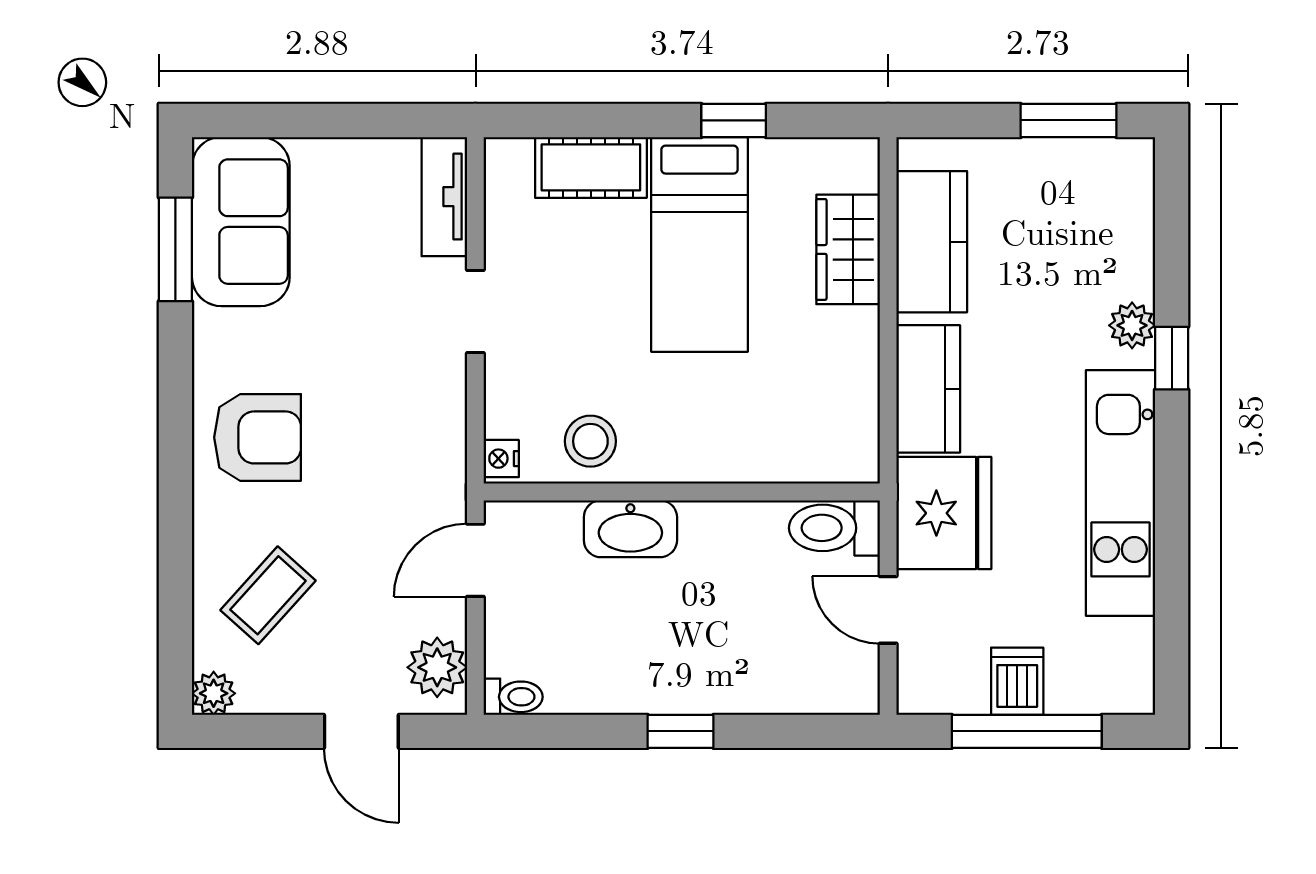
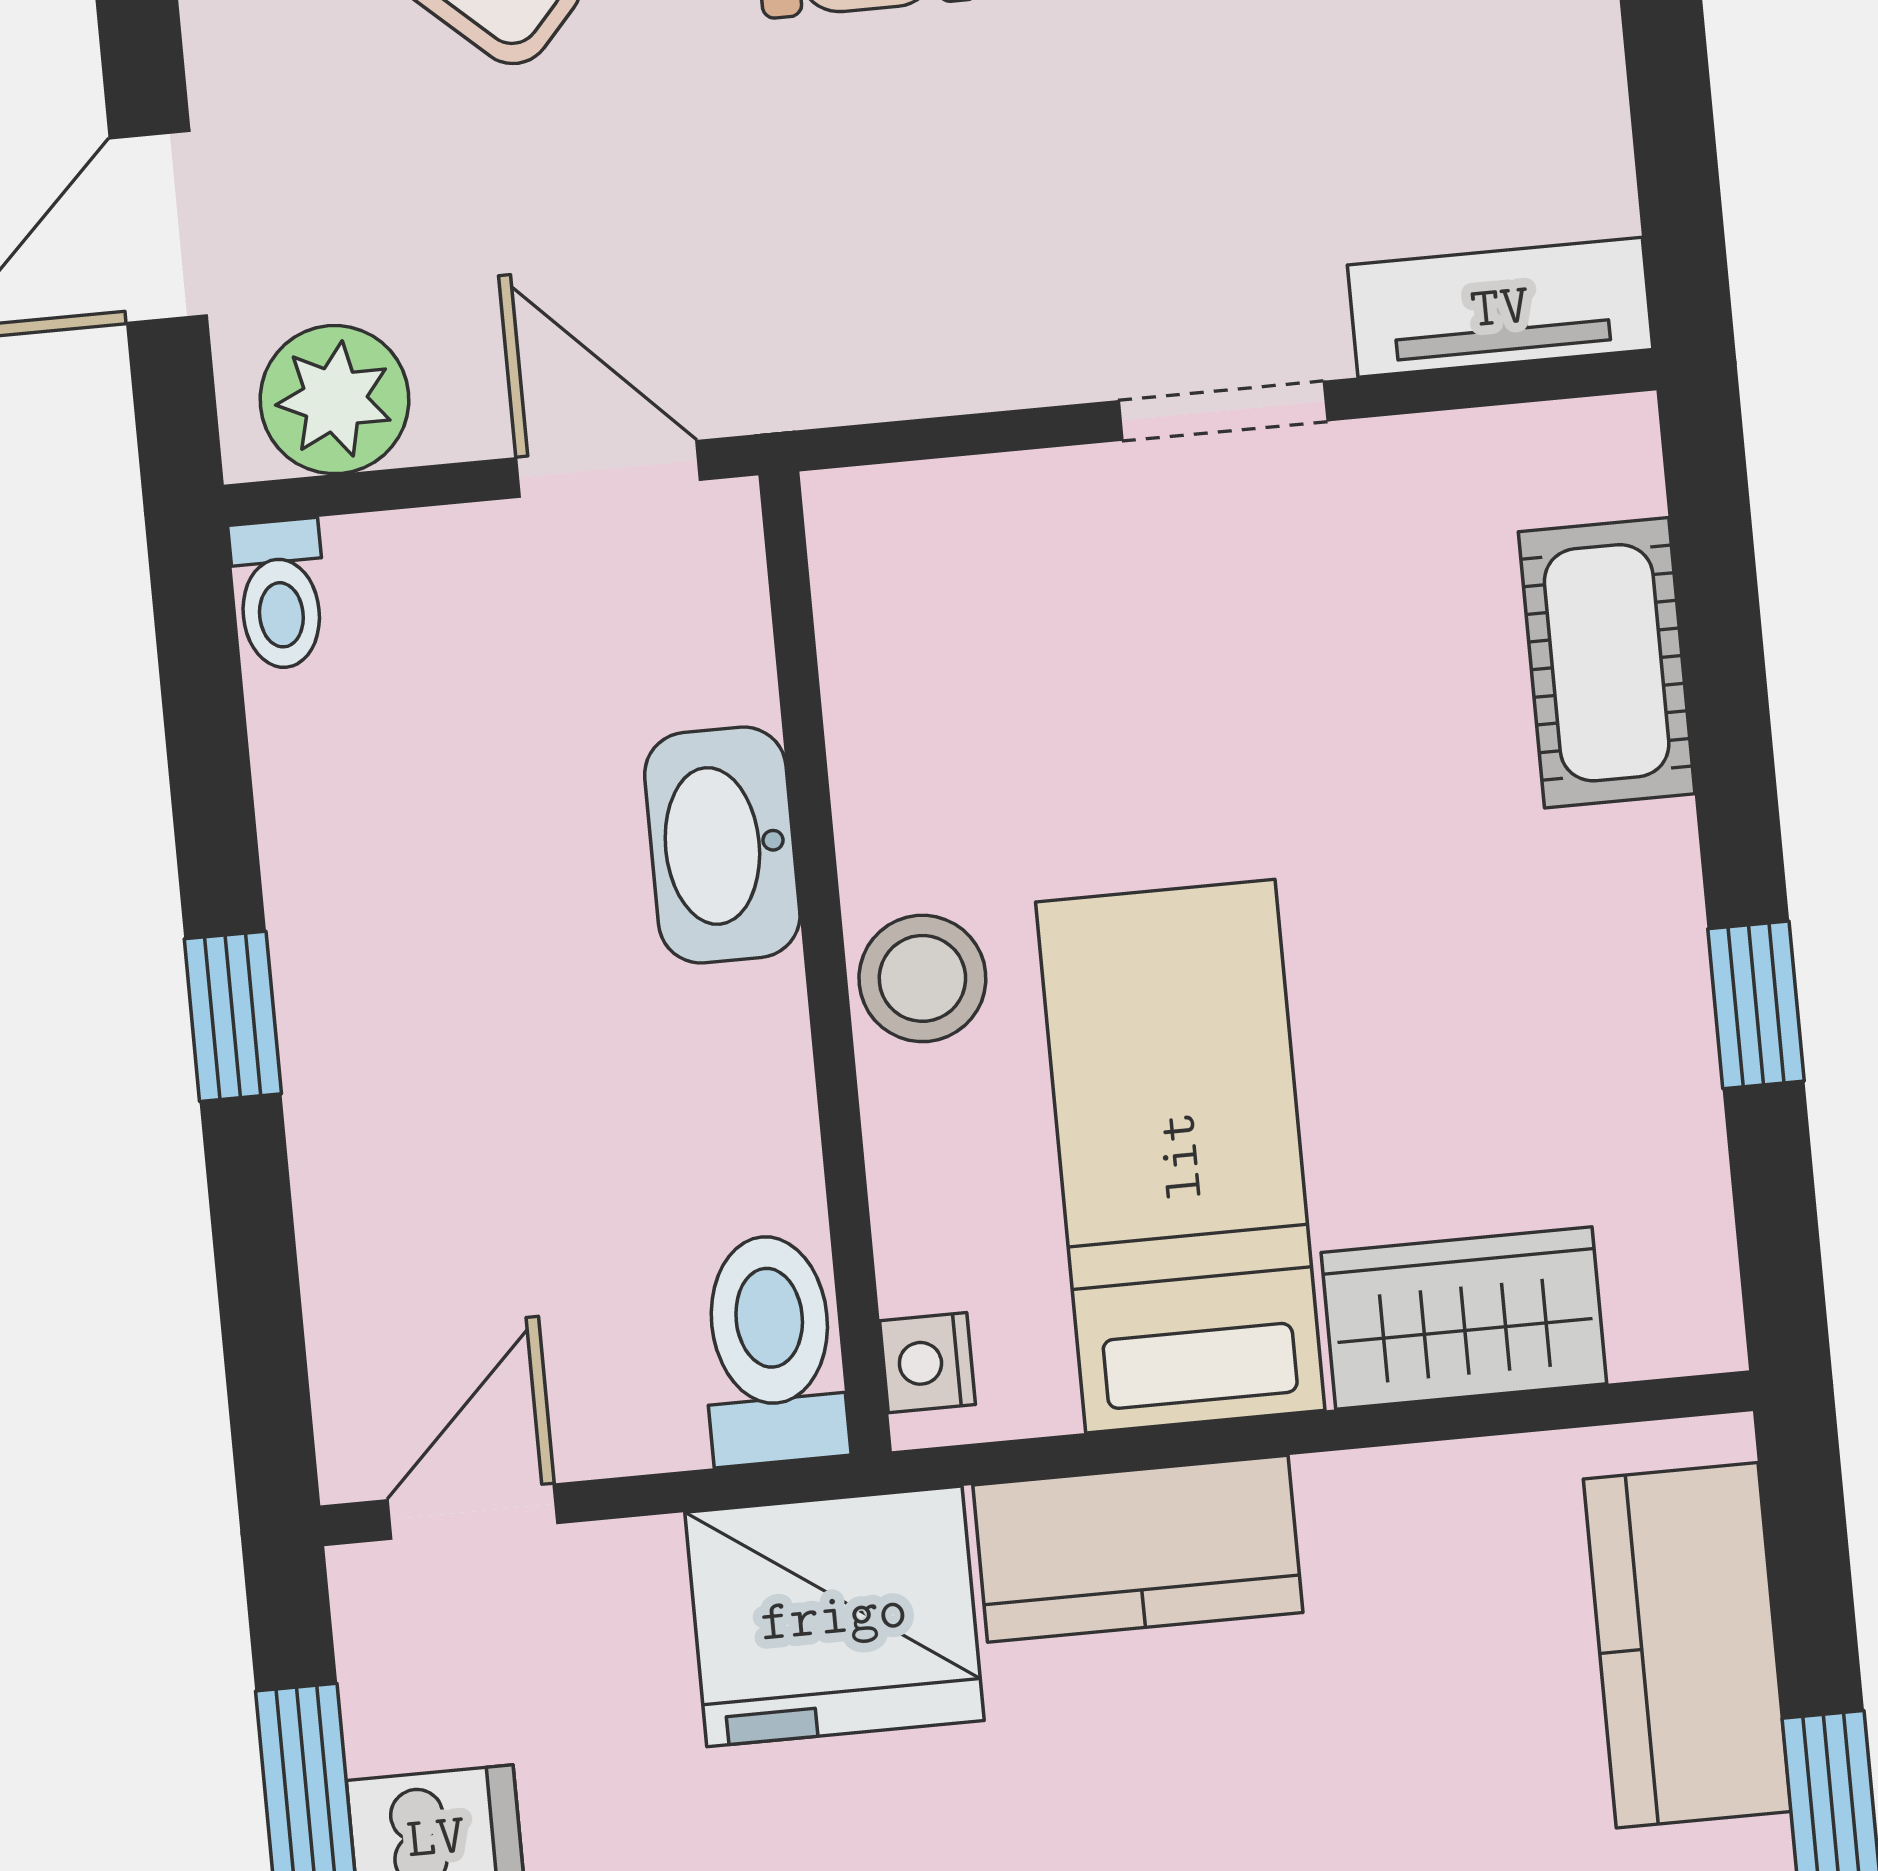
kitchen counter: (932, 242) -> (1687, 1645), moved, turned 90
bed: (699, 244) -> (1180, 1156), moved, turned 90
stool: (590, 441) -> (922, 978), moved
nightstand: (501, 459) -> (927, 1363), moved, turned -90
door: (888, 610) -> (473, 1512), moved

